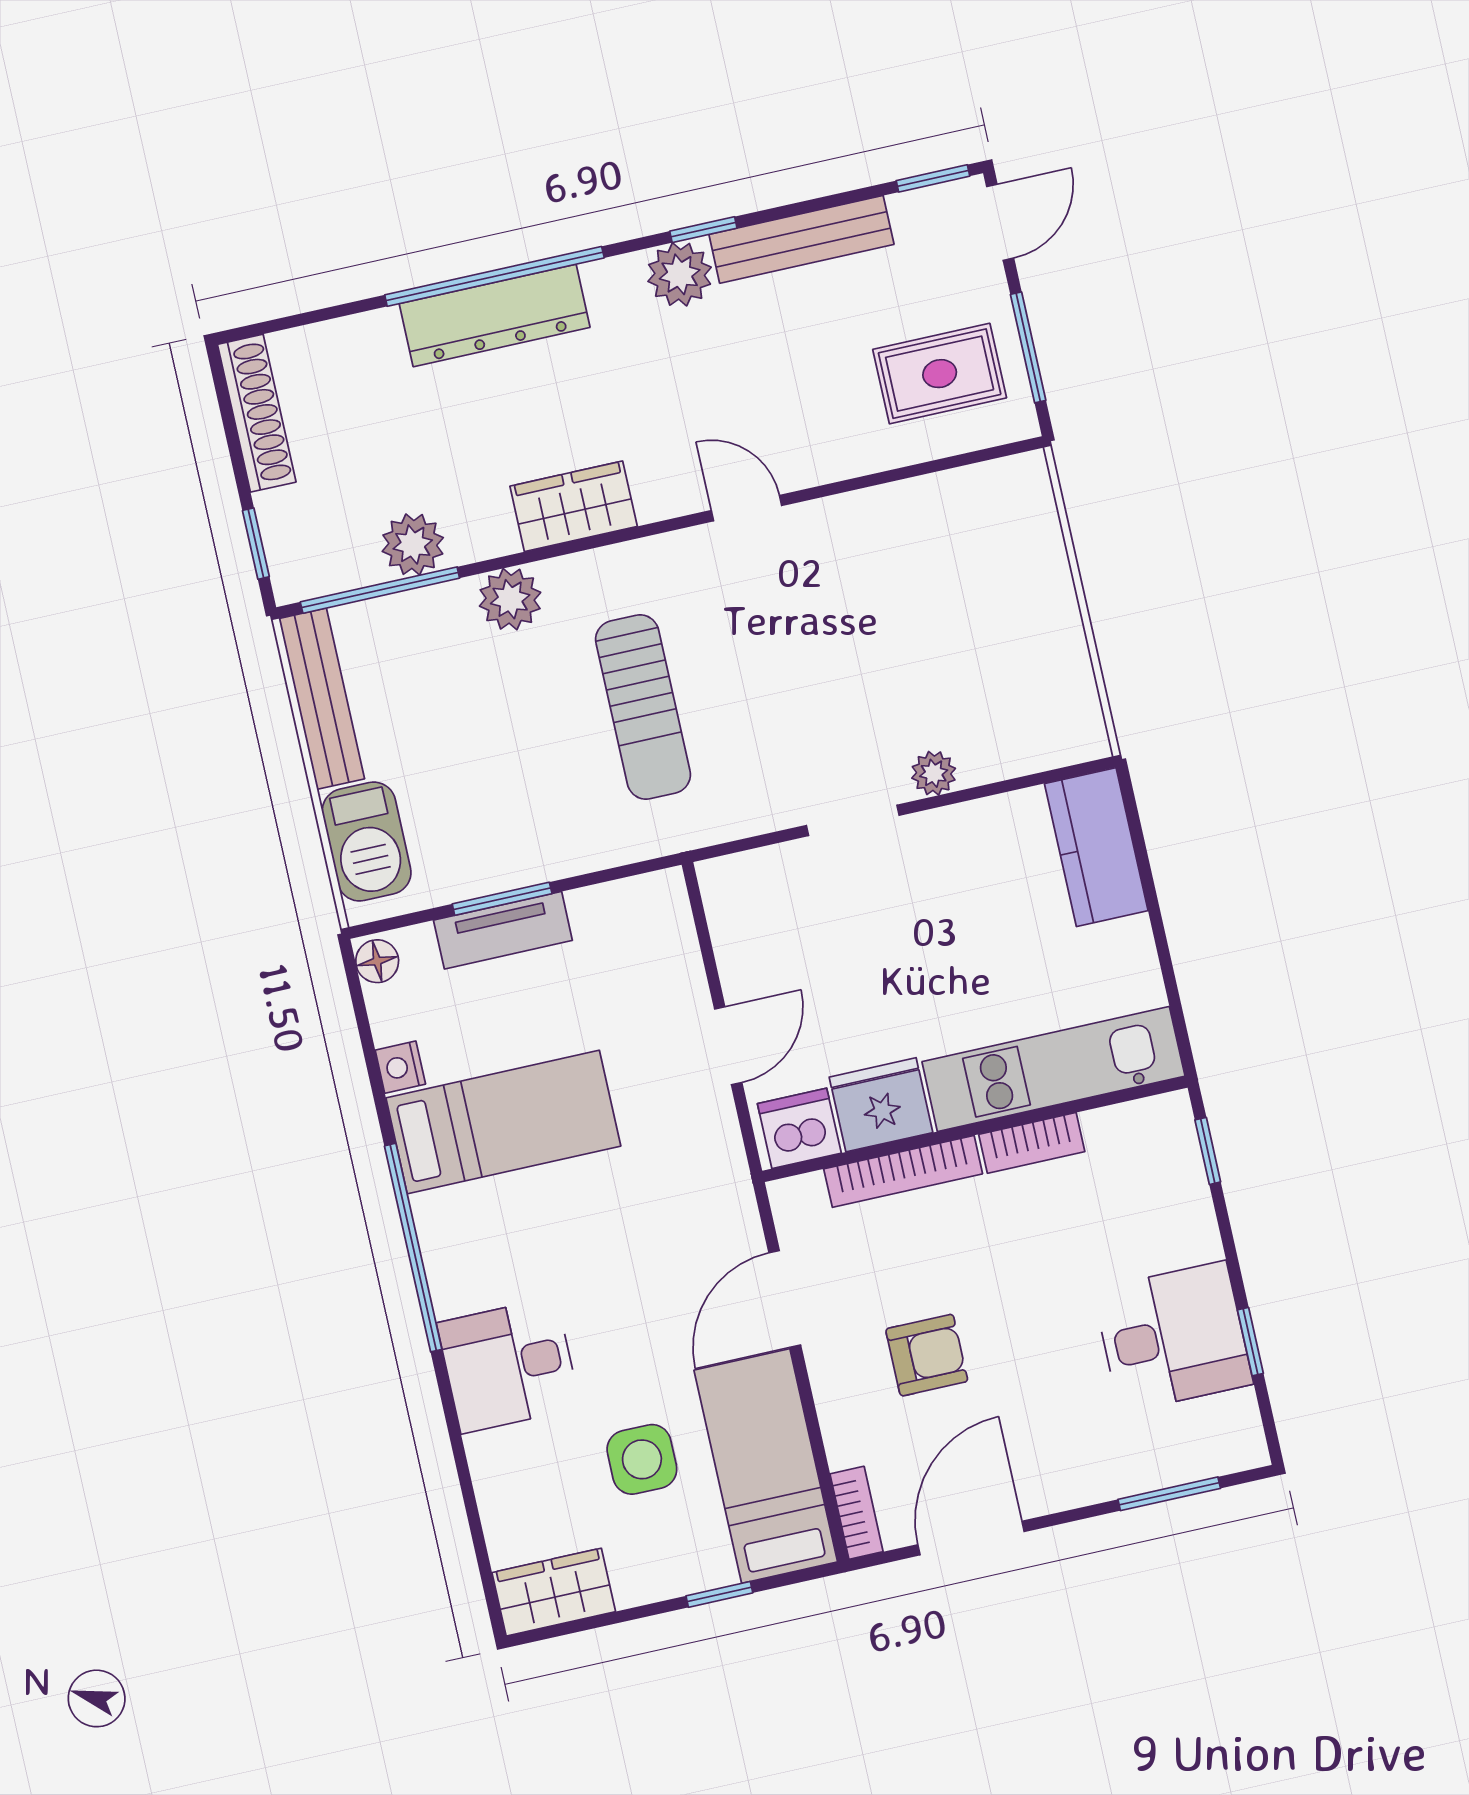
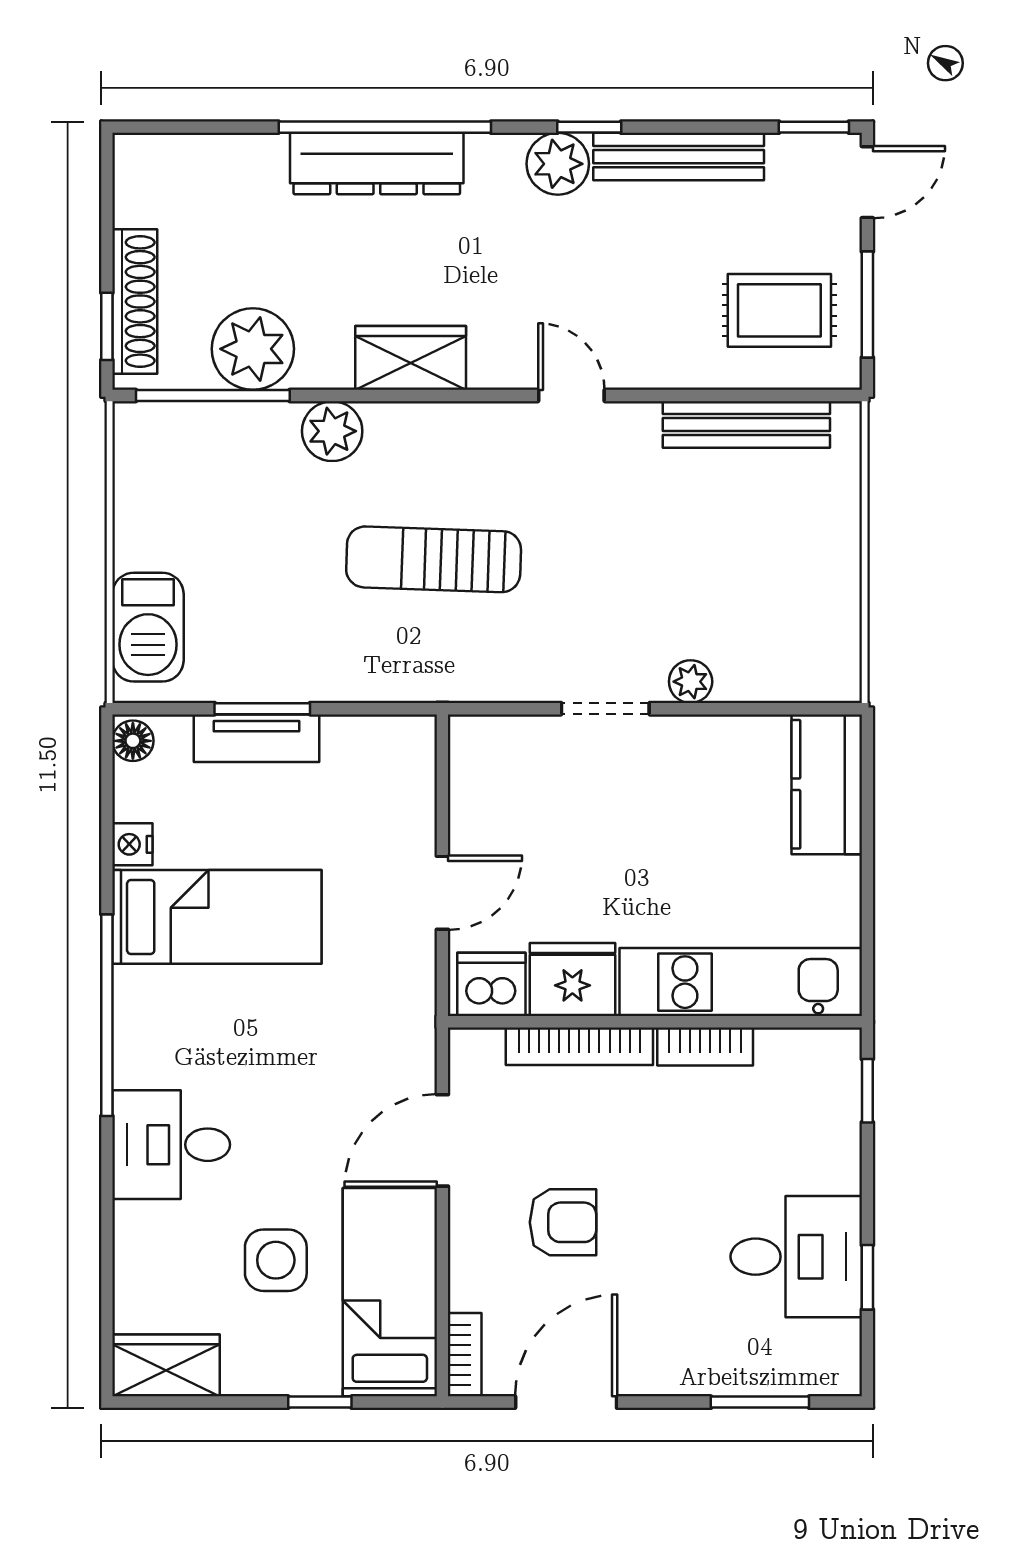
shoe rack: (257, 413) -> (135, 302), moved
plant: (413, 544) -> (253, 349), width x1.36, depth x1.36
bench: (322, 699) -> (746, 425), moved, turned 90
sun lounger: (643, 707) -> (434, 559), turned 92

